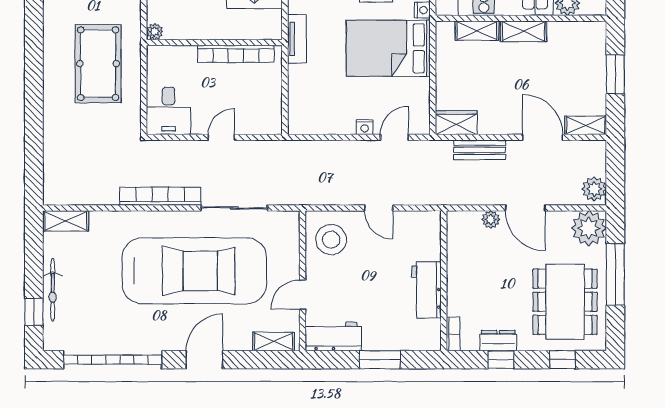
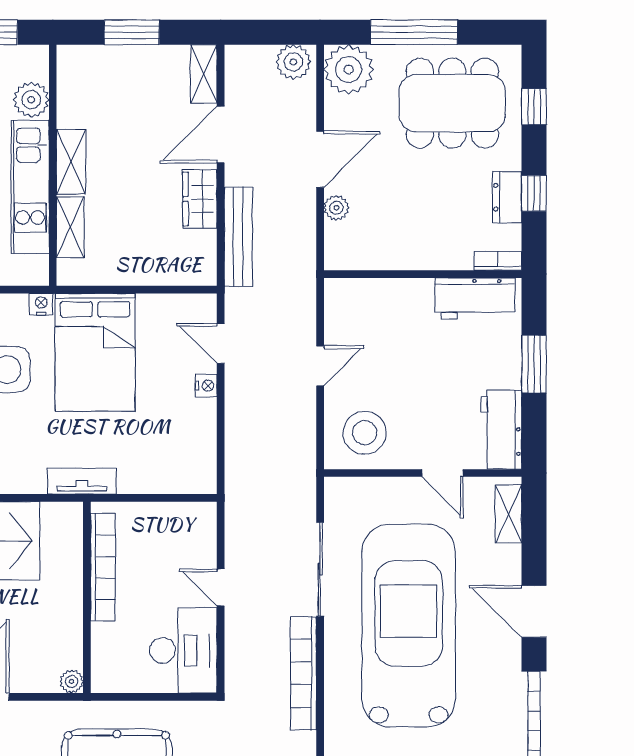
desk: (168, 111) -> (183, 650), width x1.37
wardrobe: (456, 123) -> (200, 199), moved
bench: (480, 150) -> (238, 237), width x1.36
workbench: (426, 290) -> (475, 298), moved

